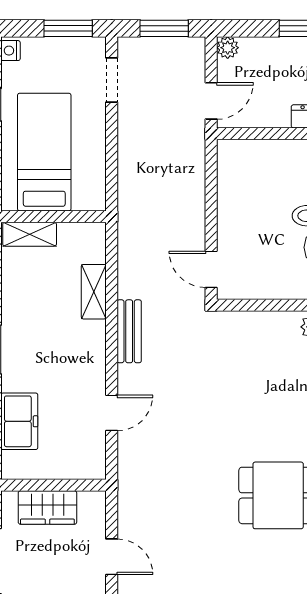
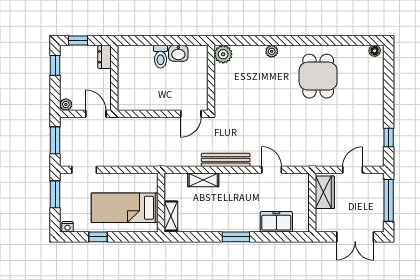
bench: (129, 331) -> (226, 160), width x1.36
wardrobe: (47, 507) -> (325, 192), moved

